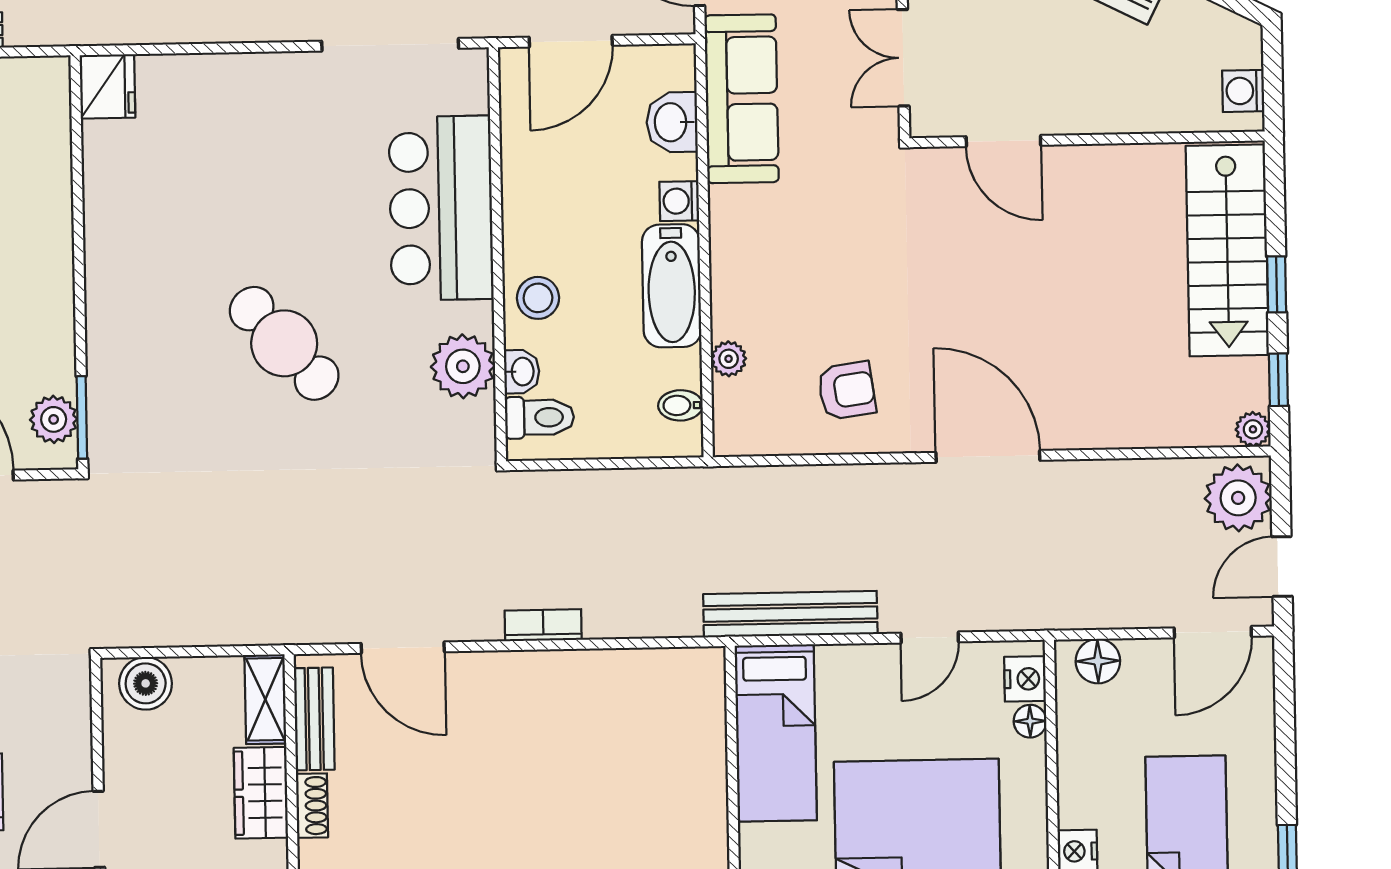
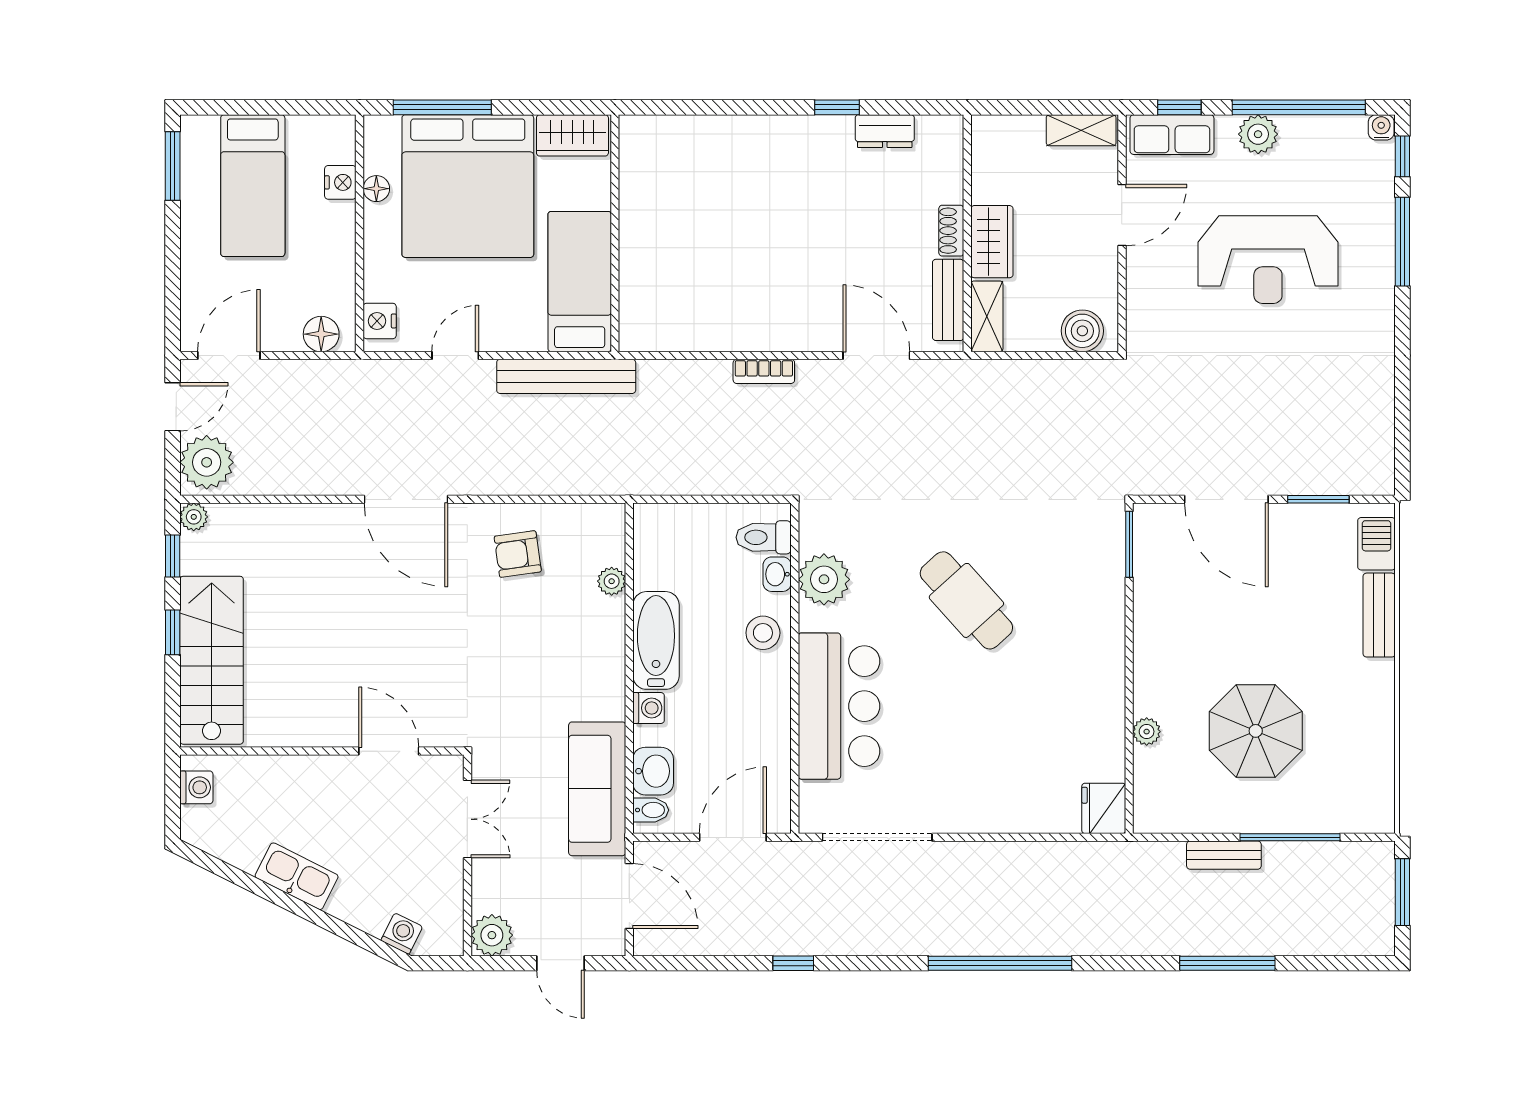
bidet: (680, 405) -> (651, 810), moved
plant: (54, 419) -> (1147, 732), moved, width x0.73, depth x0.73
floor lamp: (1030, 721) -> (376, 189), moved

